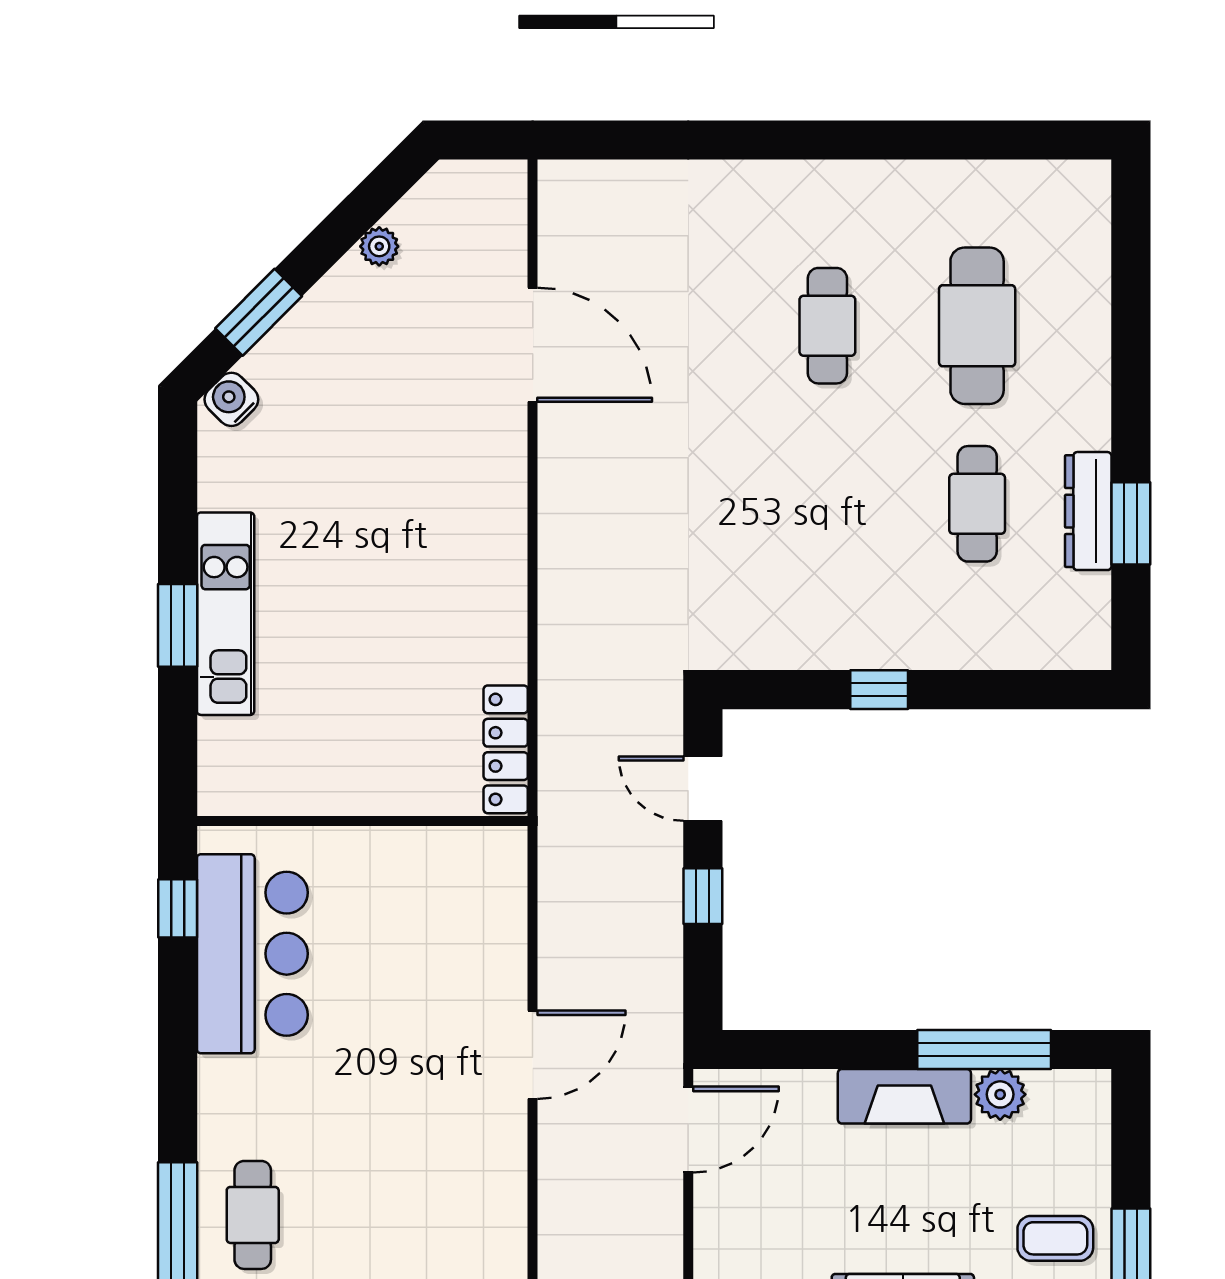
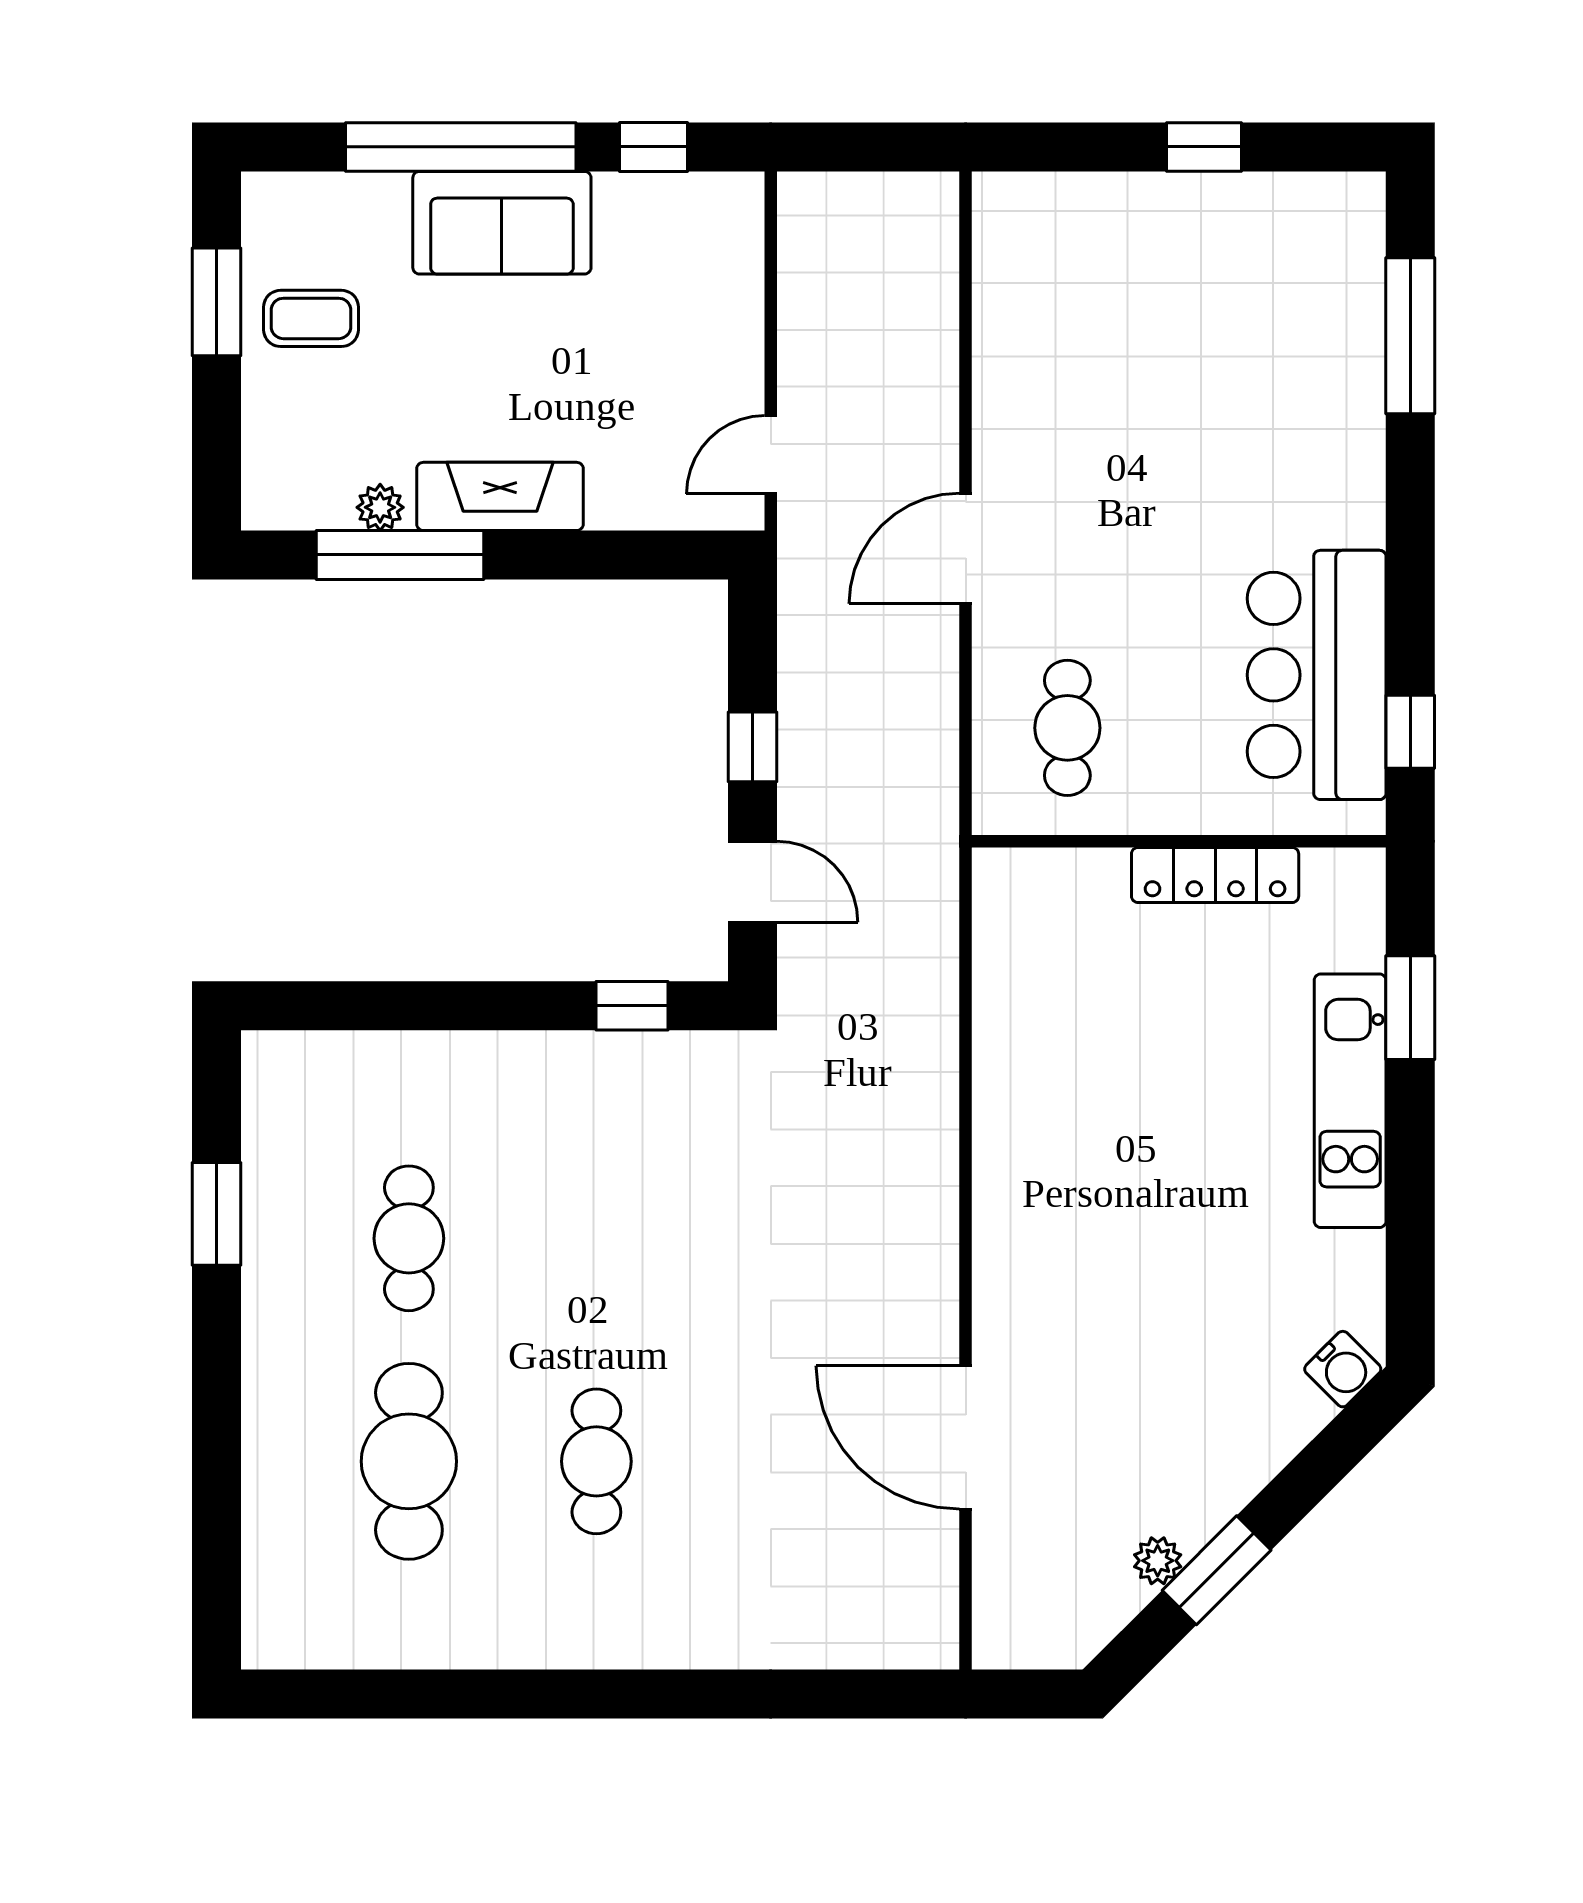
window: (259, 312) -> (1217, 1570), moved
dresser: (1088, 511) -> (270, 1229), removed
window: (178, 625) -> (1410, 1008), moved
window: (879, 690) -> (632, 1006), moved
locker: (506, 749) -> (1215, 875), moved, turned 90
plant: (1000, 1094) -> (380, 507), width x0.73, depth x0.73
door: (688, 1129) -> (771, 455), width x0.73
cafe table: (253, 1215) -> (1067, 728), moved

